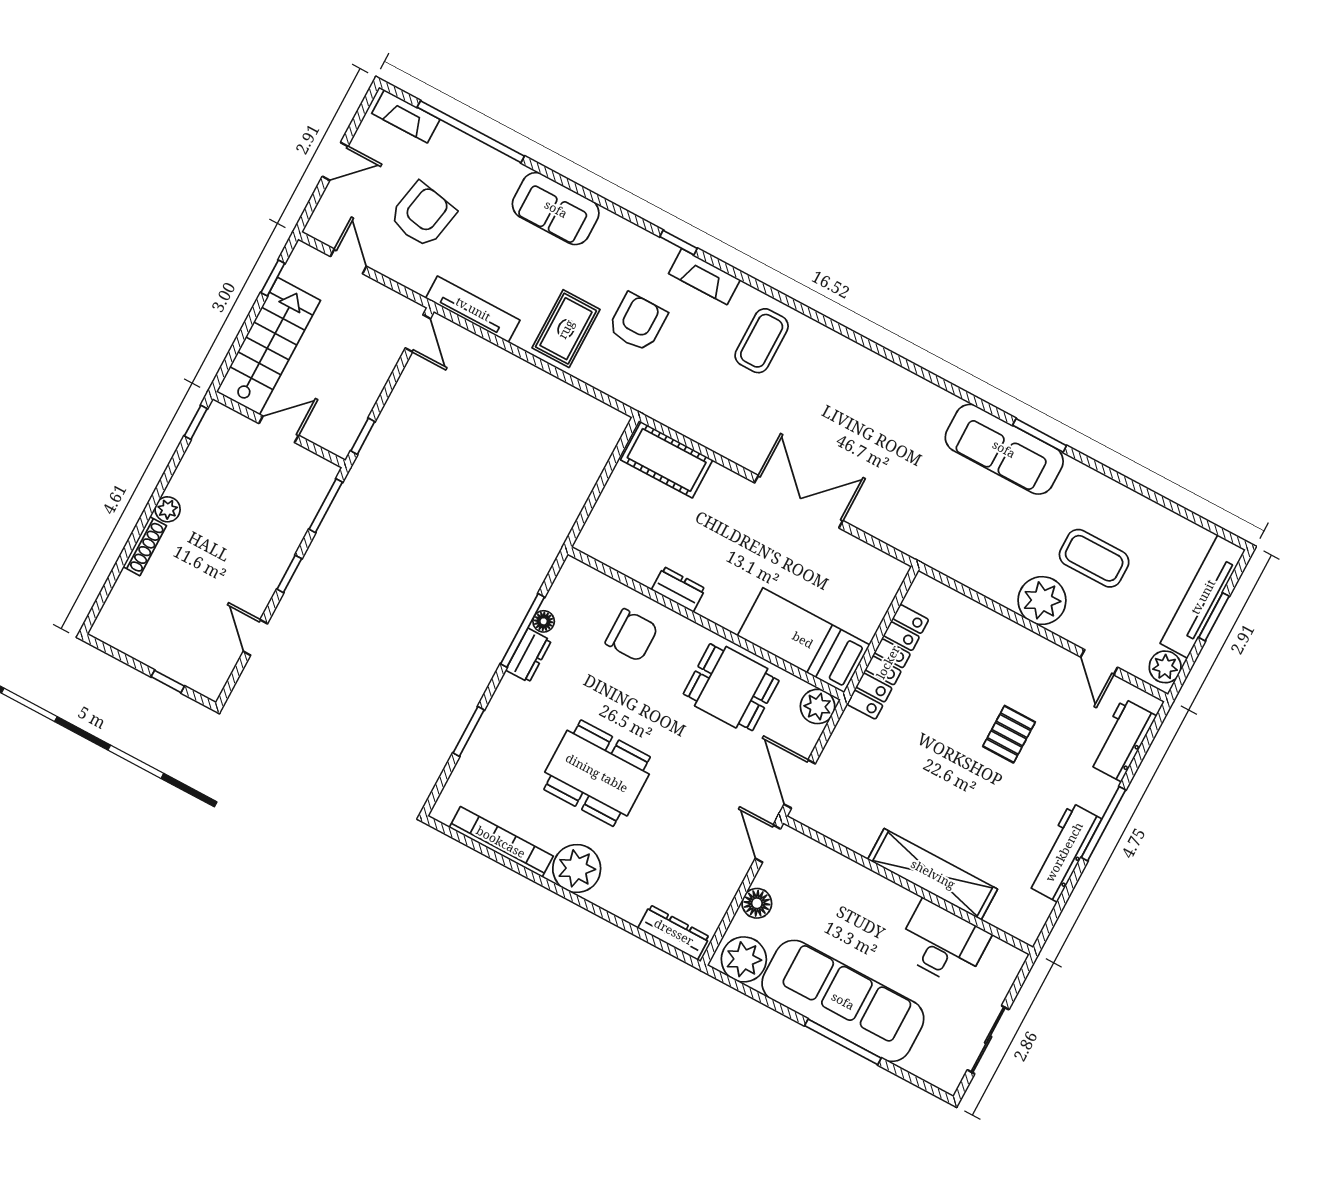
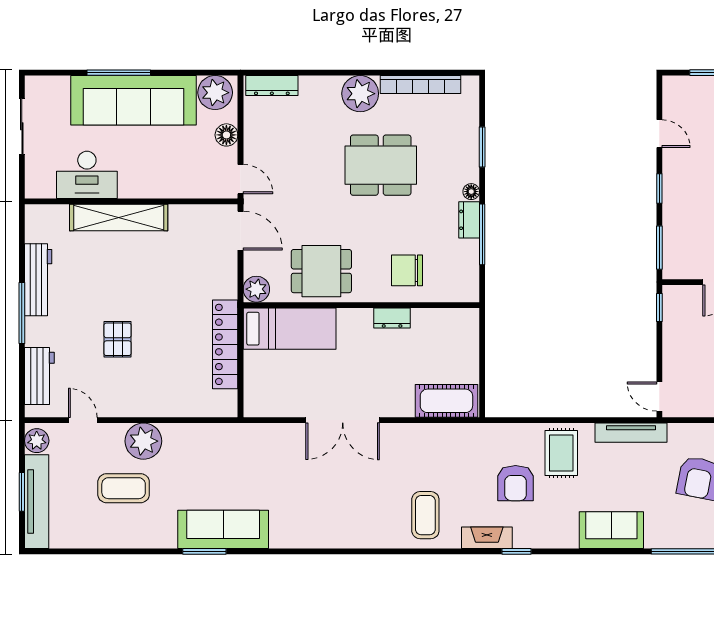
floor lamp: (544, 621) -> (471, 192), moved

